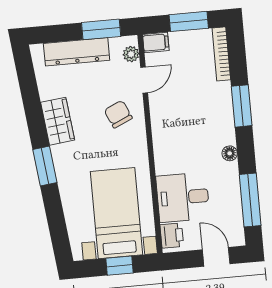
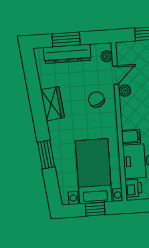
window: (101, 29) -> (66, 39), moved
filing cabinet: (156, 42) -> (131, 136), moved
plant: (157, 101) -> (125, 91), added
window: (45, 166) -> (46, 154), moved

